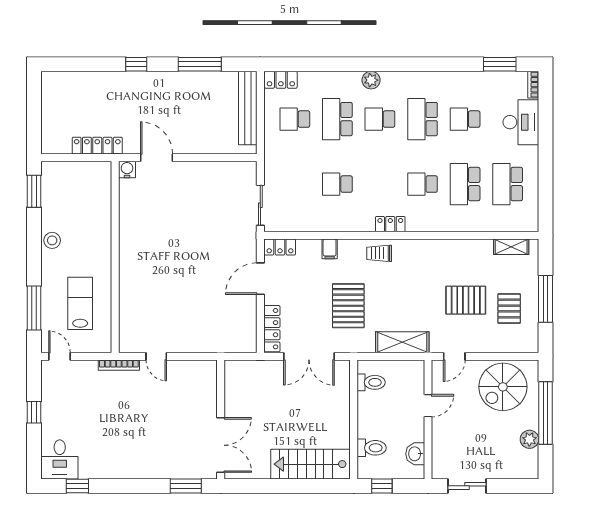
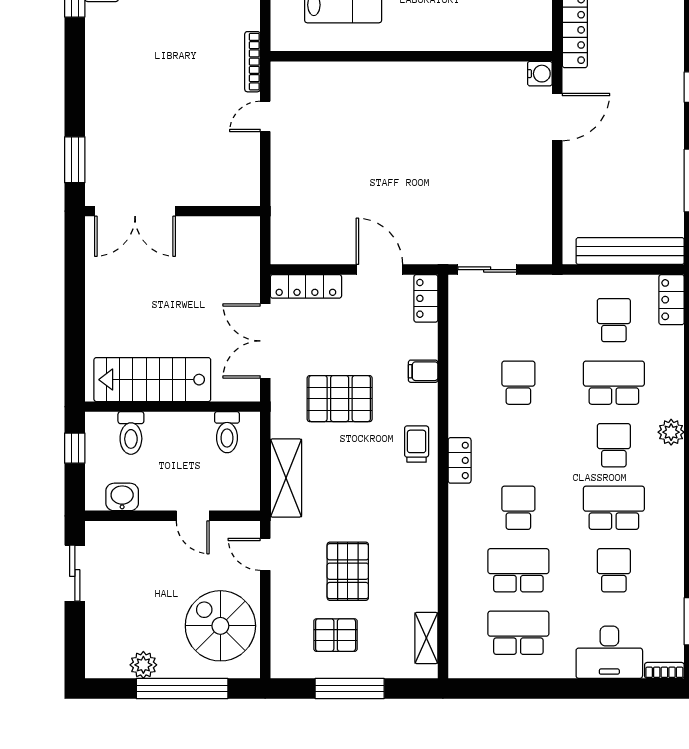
stairs: (310, 464) -> (152, 380), moved, turned -90

